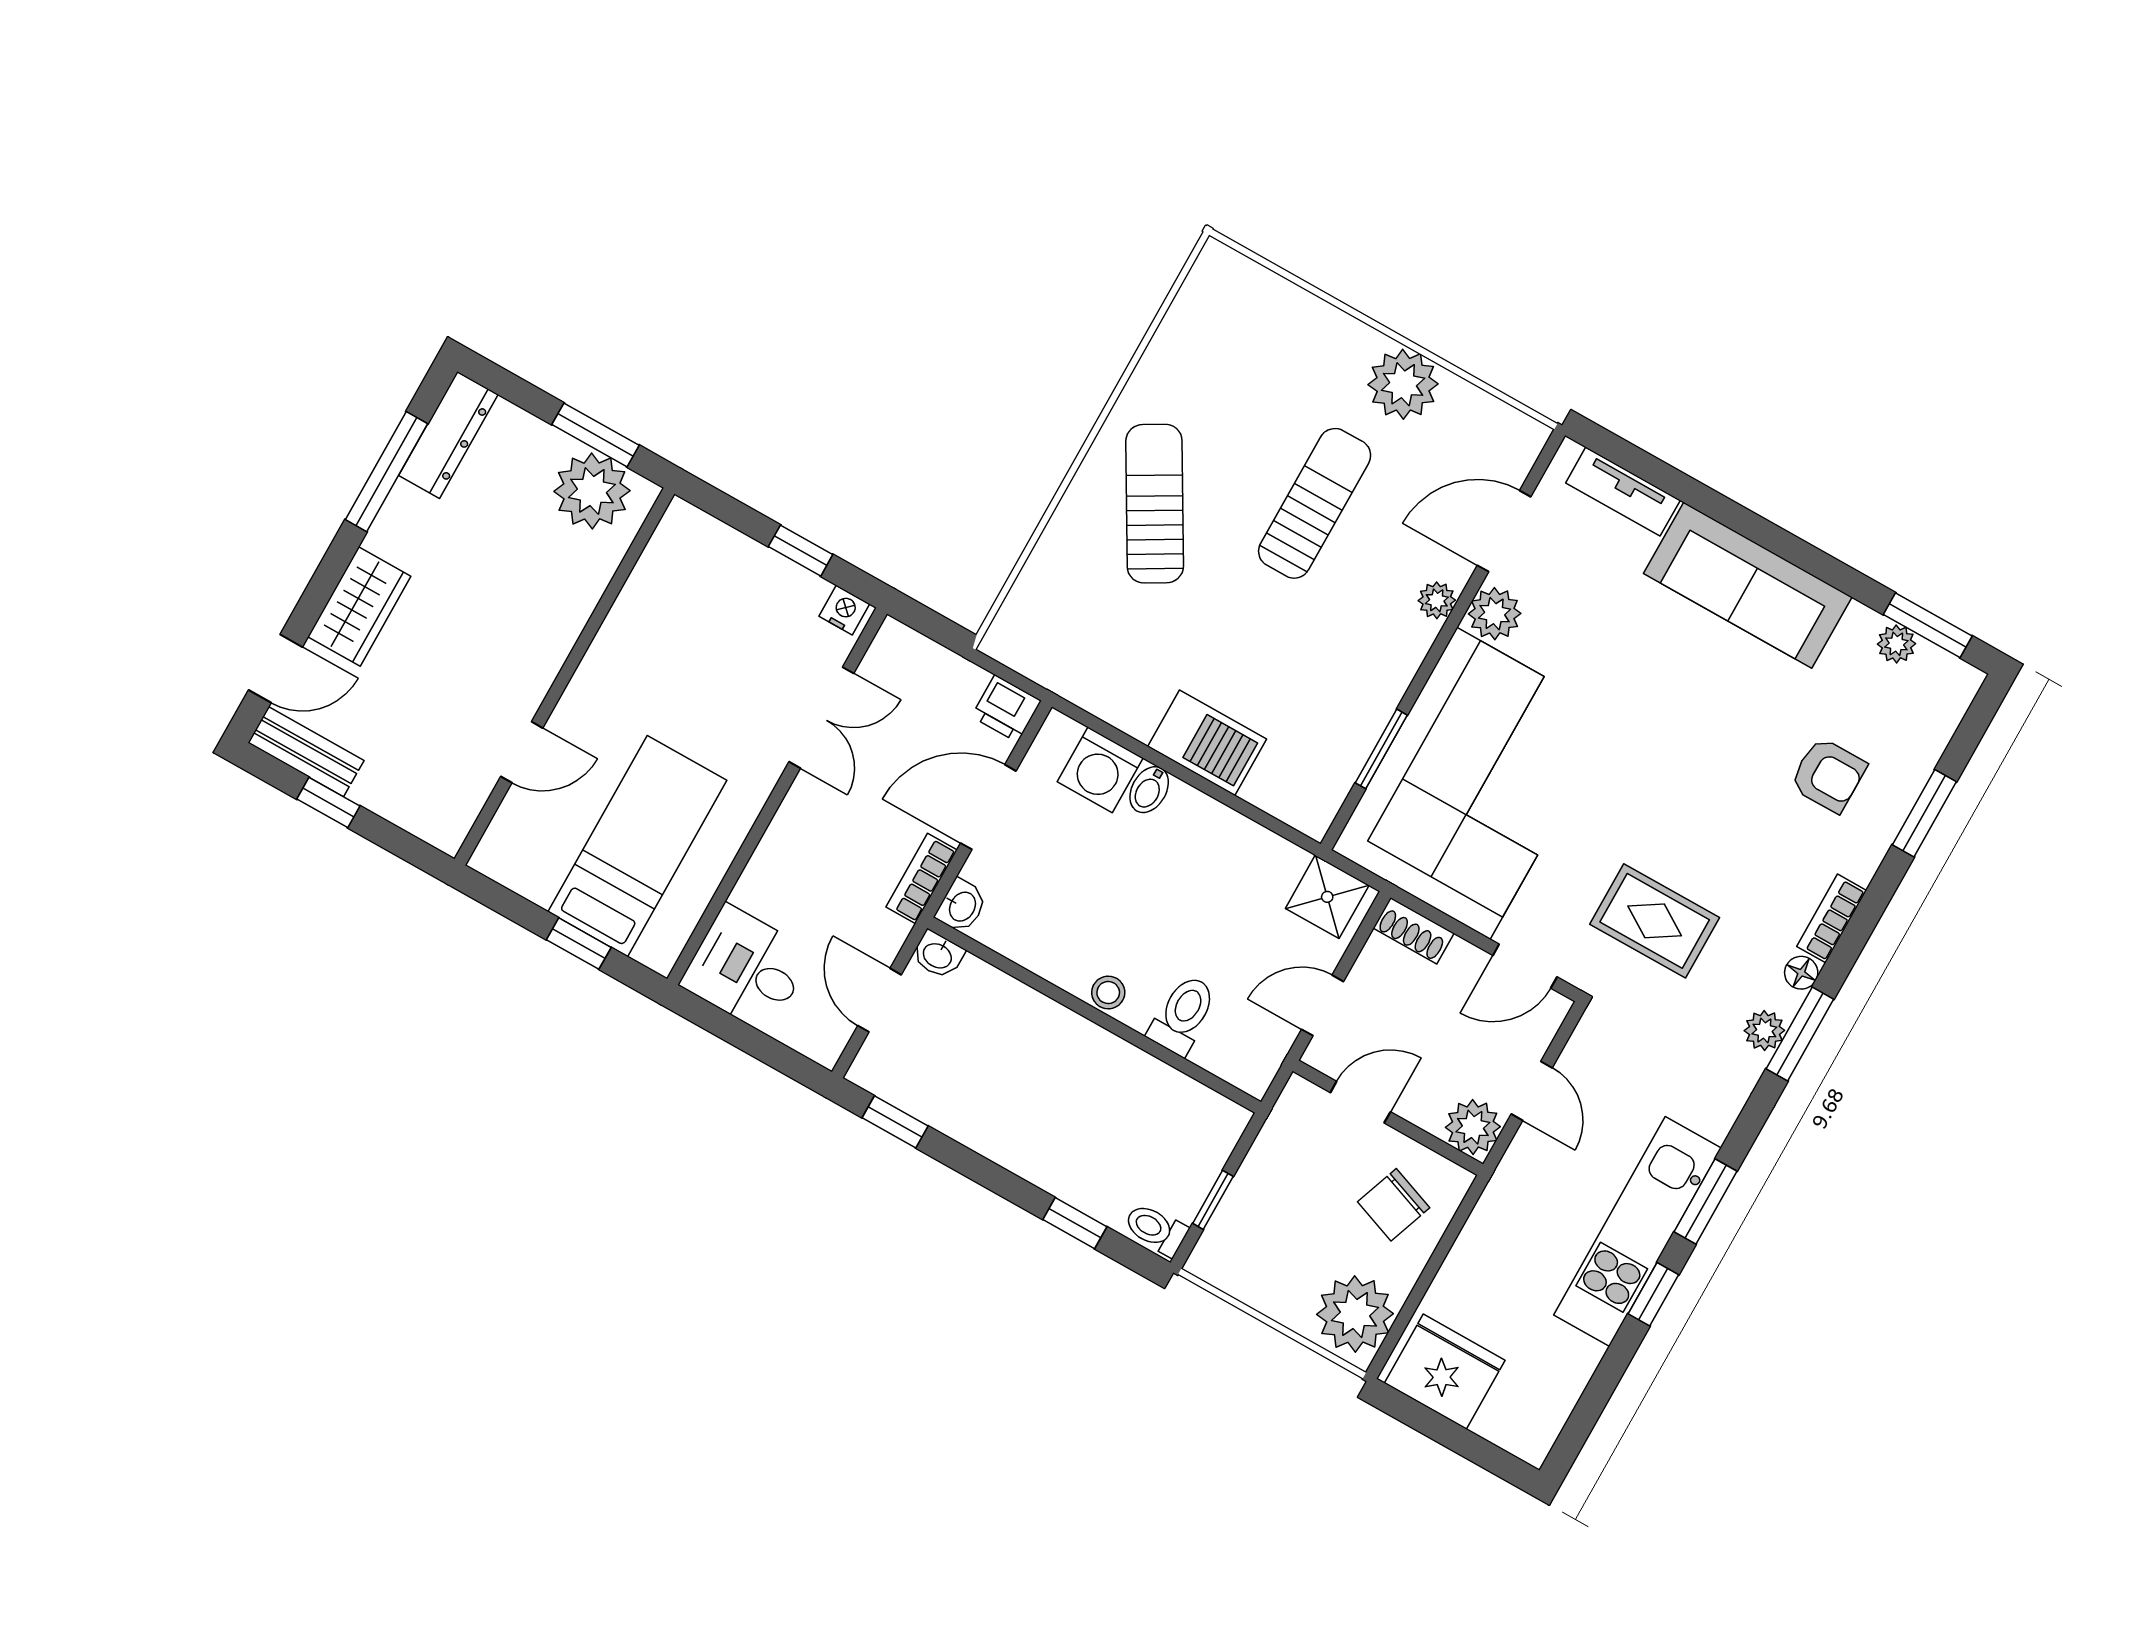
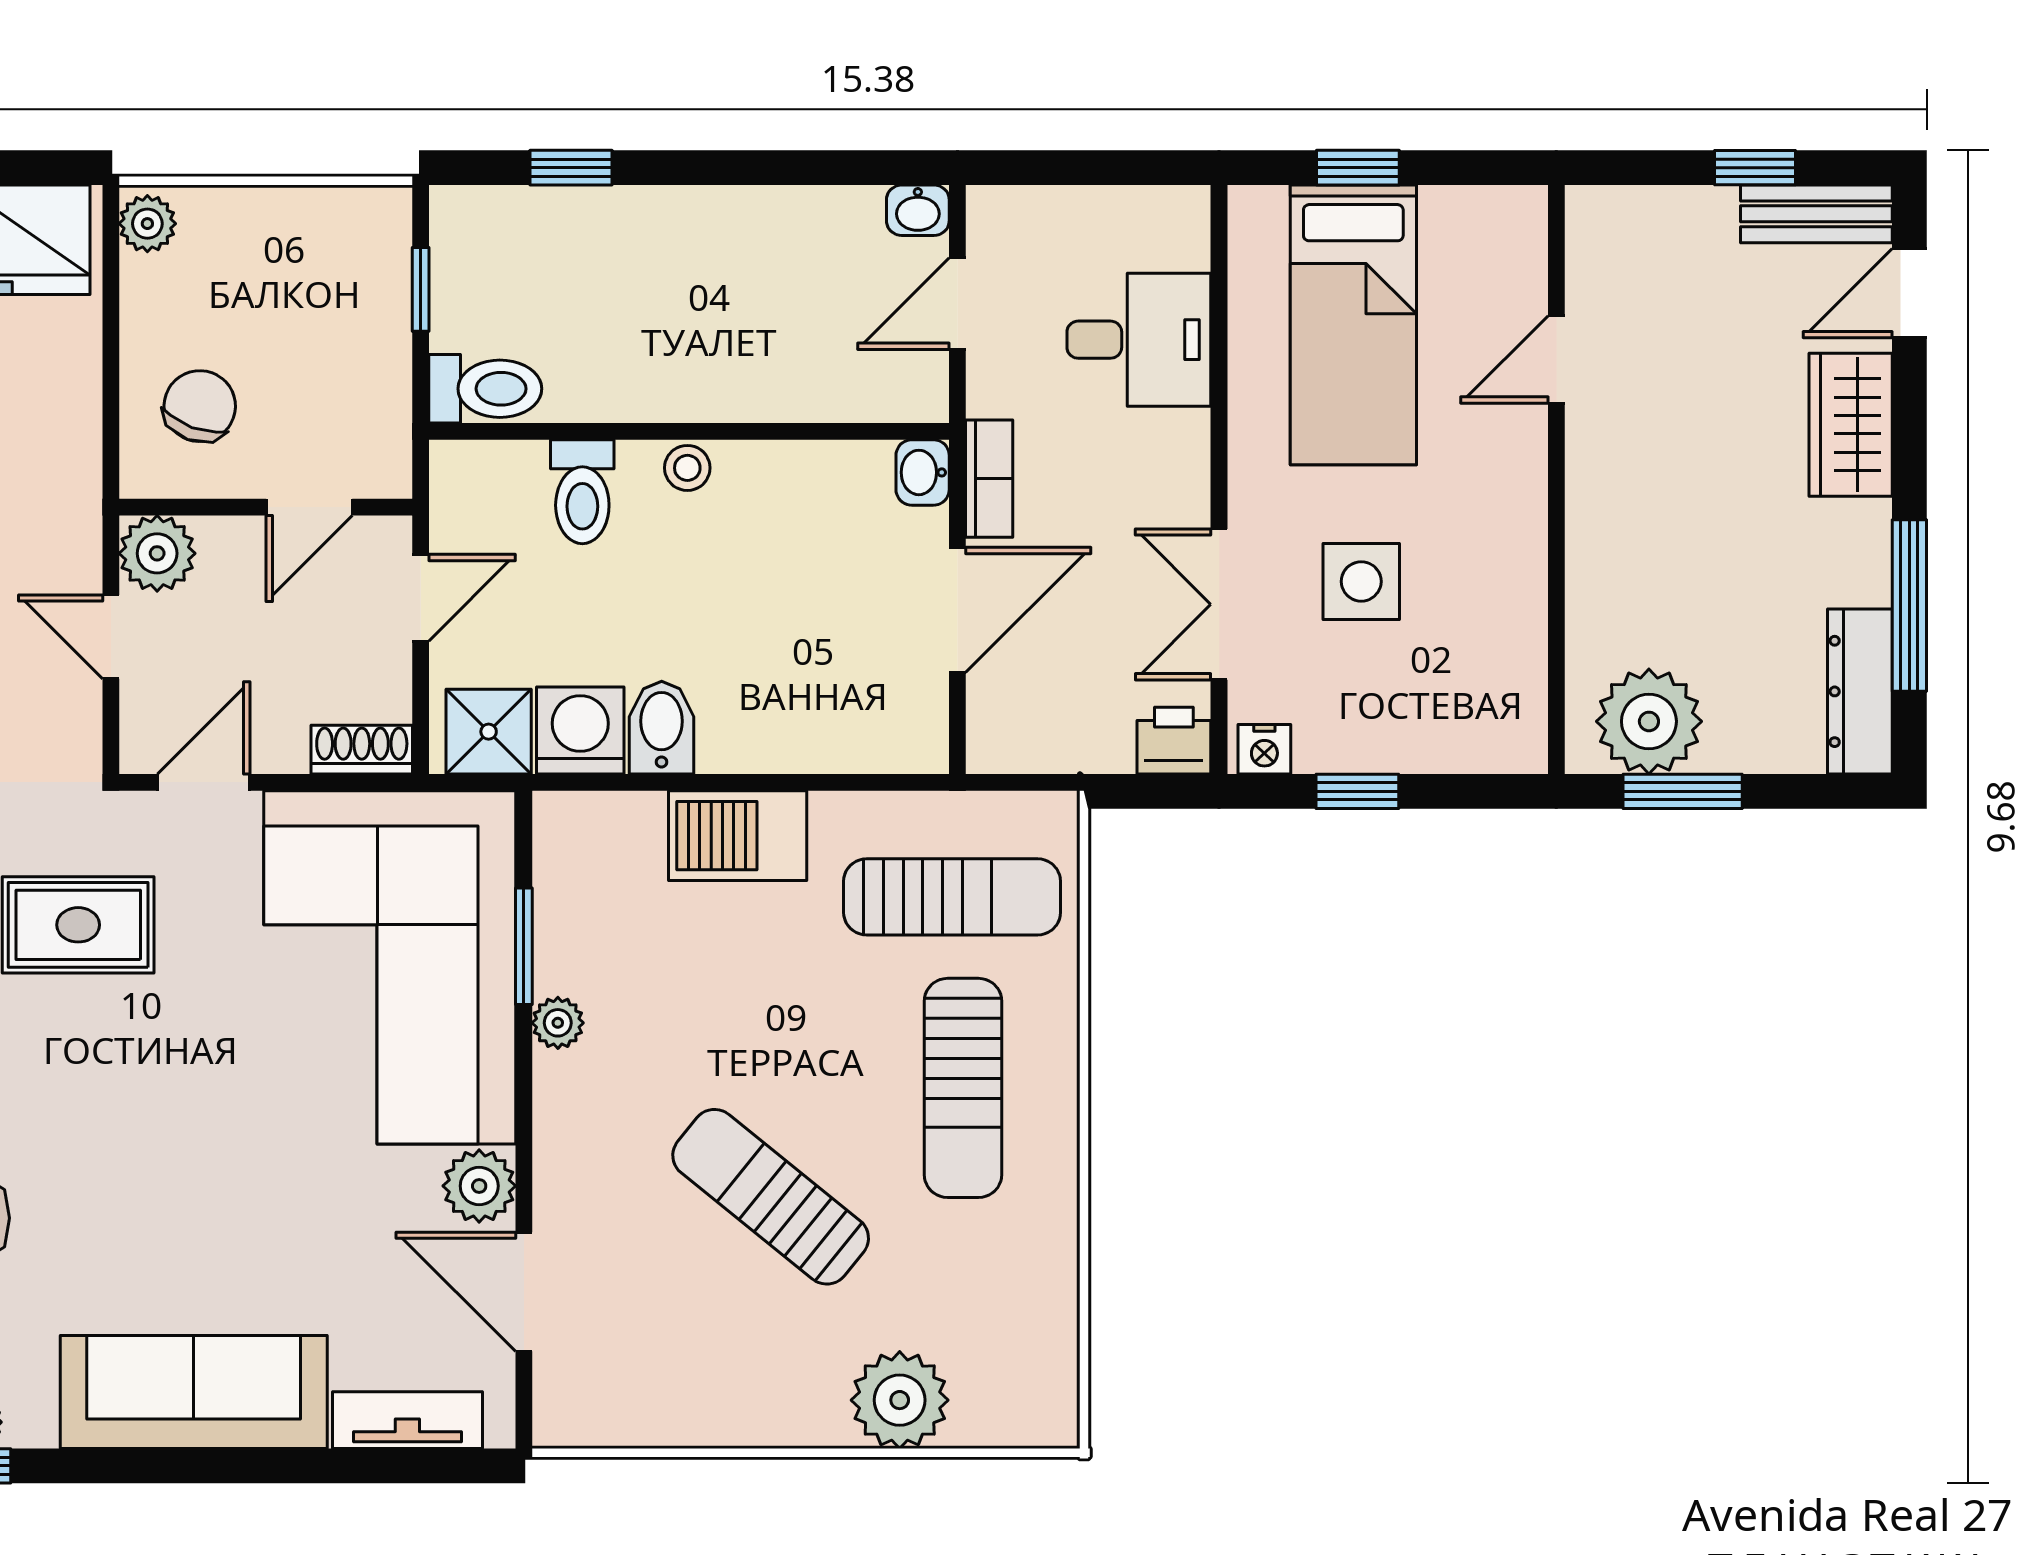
plant: (1403, 384) -> (900, 1400), moved
sun lounger: (1315, 503) -> (771, 1197), turned 129
sun lounger: (1155, 504) -> (963, 1088), turned 30
door: (1504, 531) -> (524, 1292), swing flipped
plant: (1437, 600) -> (558, 1023), moved
sun lounger: (1094, 628) -> (952, 897), added
side table: (724, 681) -> (1361, 581), added
printer: (1006, 709) -> (1174, 741), moved
washing machine: (1100, 770) -> (580, 730), moved
bidet: (1149, 790) -> (662, 728), moved, width x1.38, depth x1.36
washbasin: (938, 955) -> (918, 210), moved, turned 180
desk: (747, 969) -> (1139, 340), moved
door: (879, 1000) -> (957, 304), swing flipped
window: (895, 1122) -> (856, 168), removed
toilet: (1156, 1229) -> (485, 389), moved, width x1.37, depth x1.39
plant: (1355, 1314) -> (147, 224), width x0.53, depth x0.53

